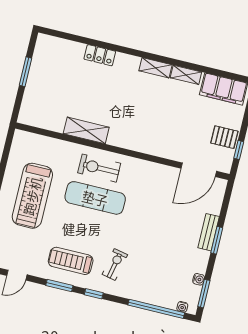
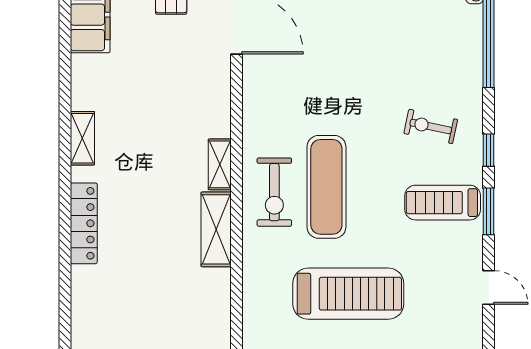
locker: (100, 55) -> (84, 223), width x1.53
shelving: (186, 75) -> (220, 164), moved
treadmill: (71, 261) -> (443, 203), turned 90

